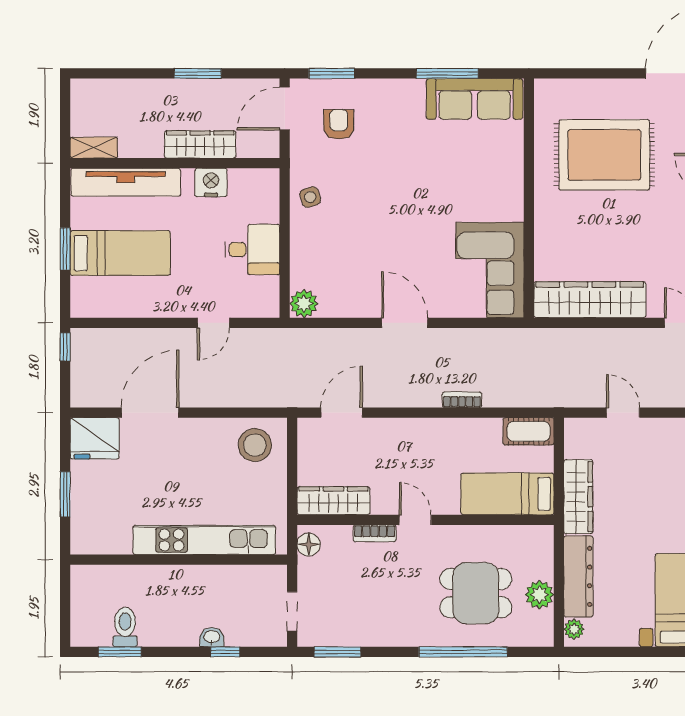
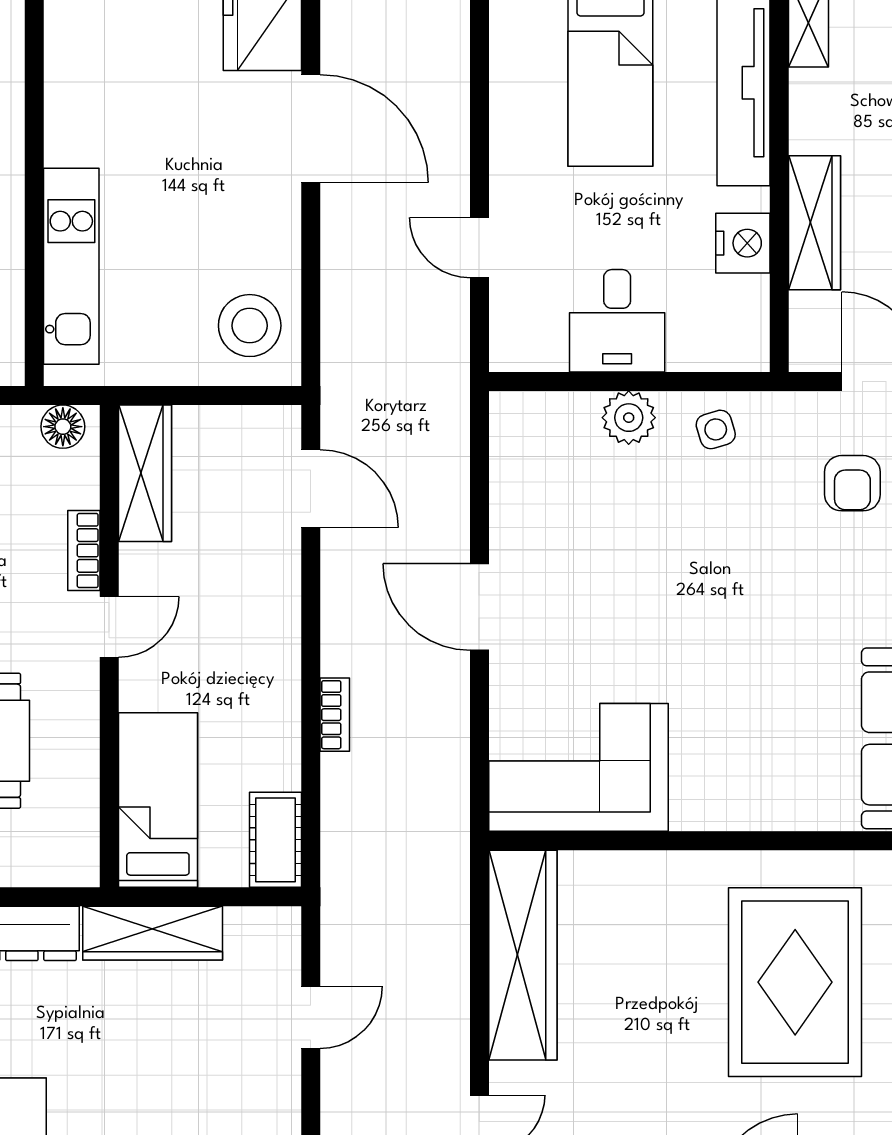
armchair: (339, 124) -> (852, 483), turned 90
plant: (304, 304) -> (629, 418), moved
door: (405, 323) -> (479, 607), swing flipped
kitchen unit: (204, 540) -> (71, 266), width x0.73

